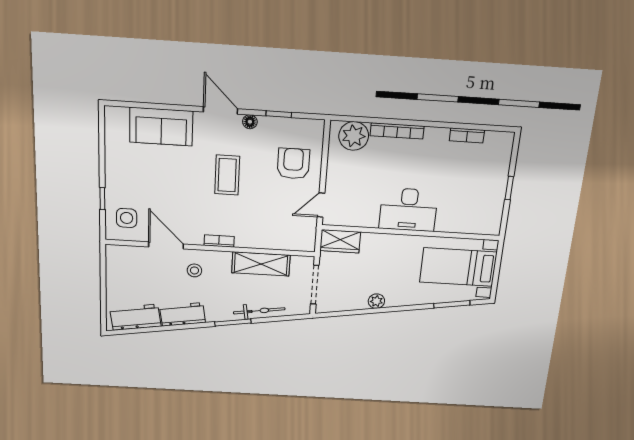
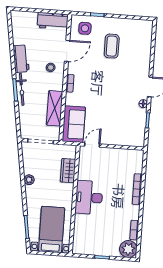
sofa: (161, 127) -> (74, 124), moved, turned 180
plant: (354, 136) -> (128, 249), moved
armchair: (293, 164) -> (118, 129), removed
coffee table: (227, 175) -> (112, 46), moved, turned 90
door: (321, 205) -> (92, 145), hinge flipped
wardrobe: (340, 241) -> (68, 171), moved
bicycle: (259, 311) -> (22, 89), moved
workbench: (135, 317) -> (53, 21), moved, turned 99

